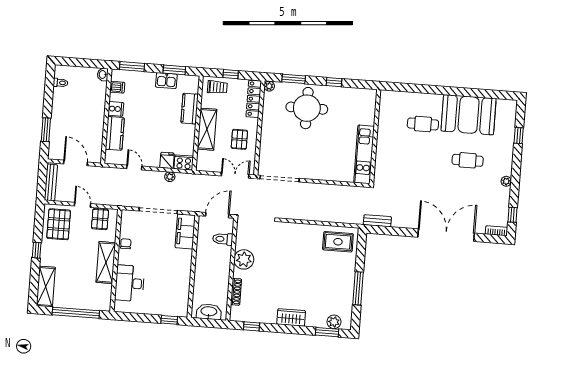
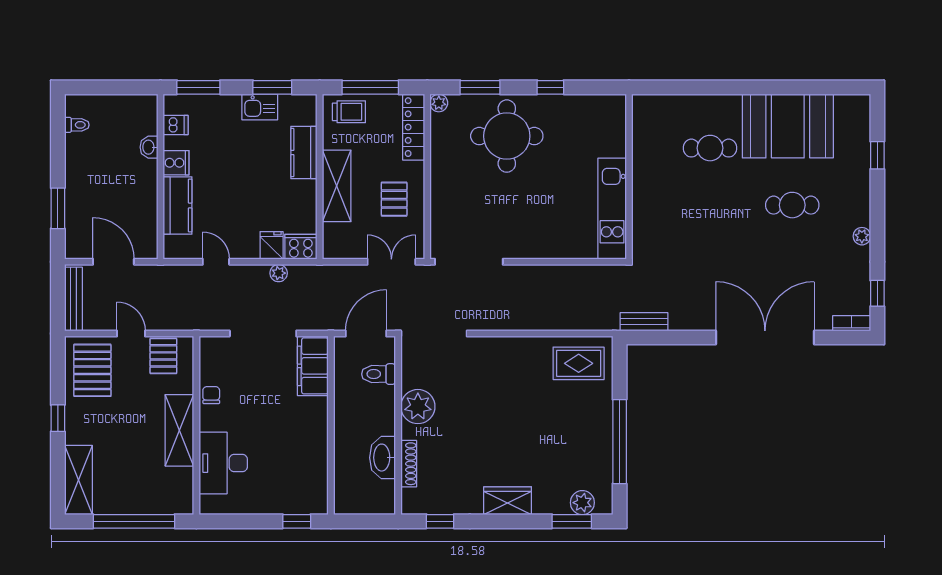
window: (231, 74) -> (370, 87), width x2.17
washbasin: (103, 75) -> (149, 147), moved
window: (358, 288) -> (620, 442), width x1.46
washbasin: (209, 312) -> (382, 458), moved, turned -90

